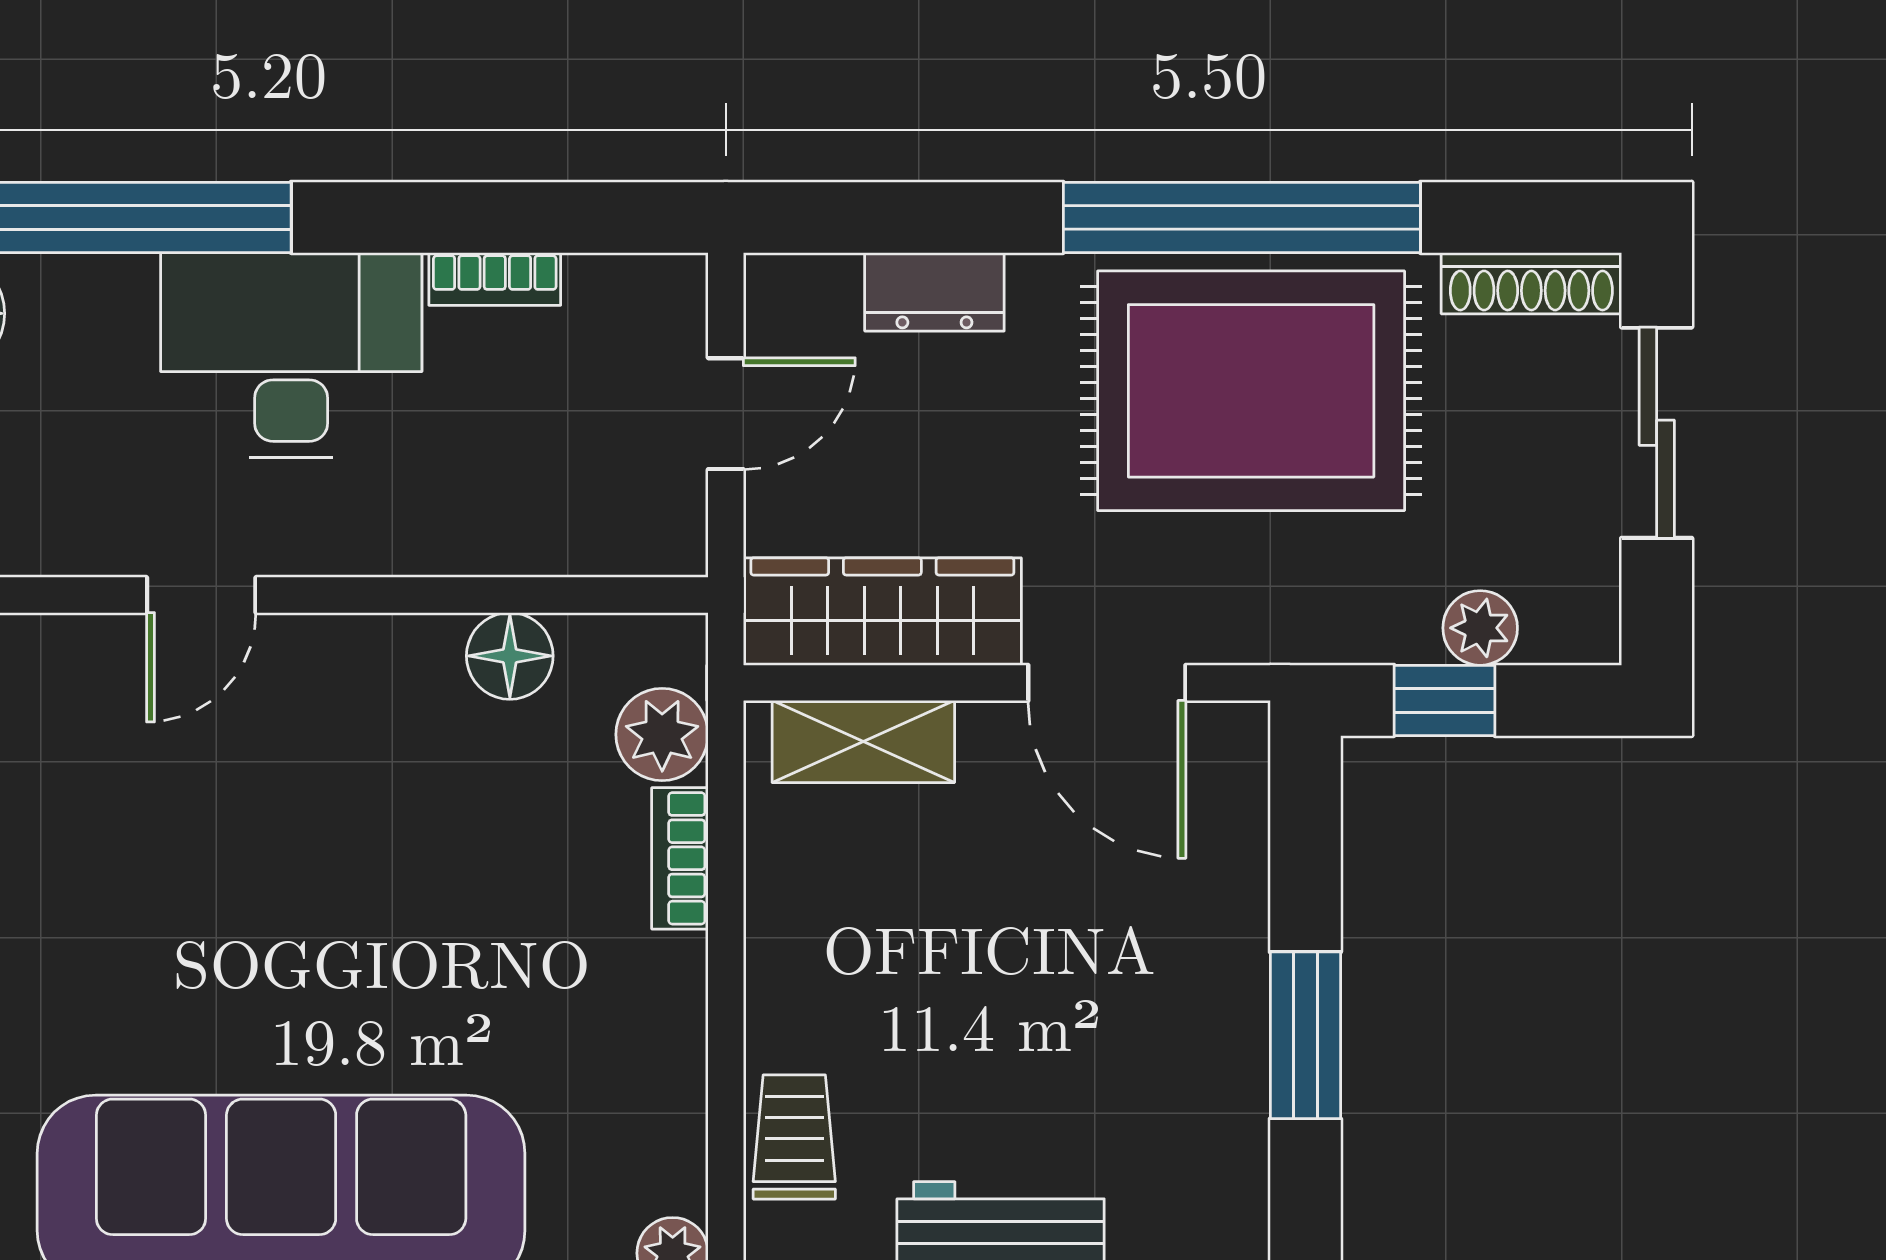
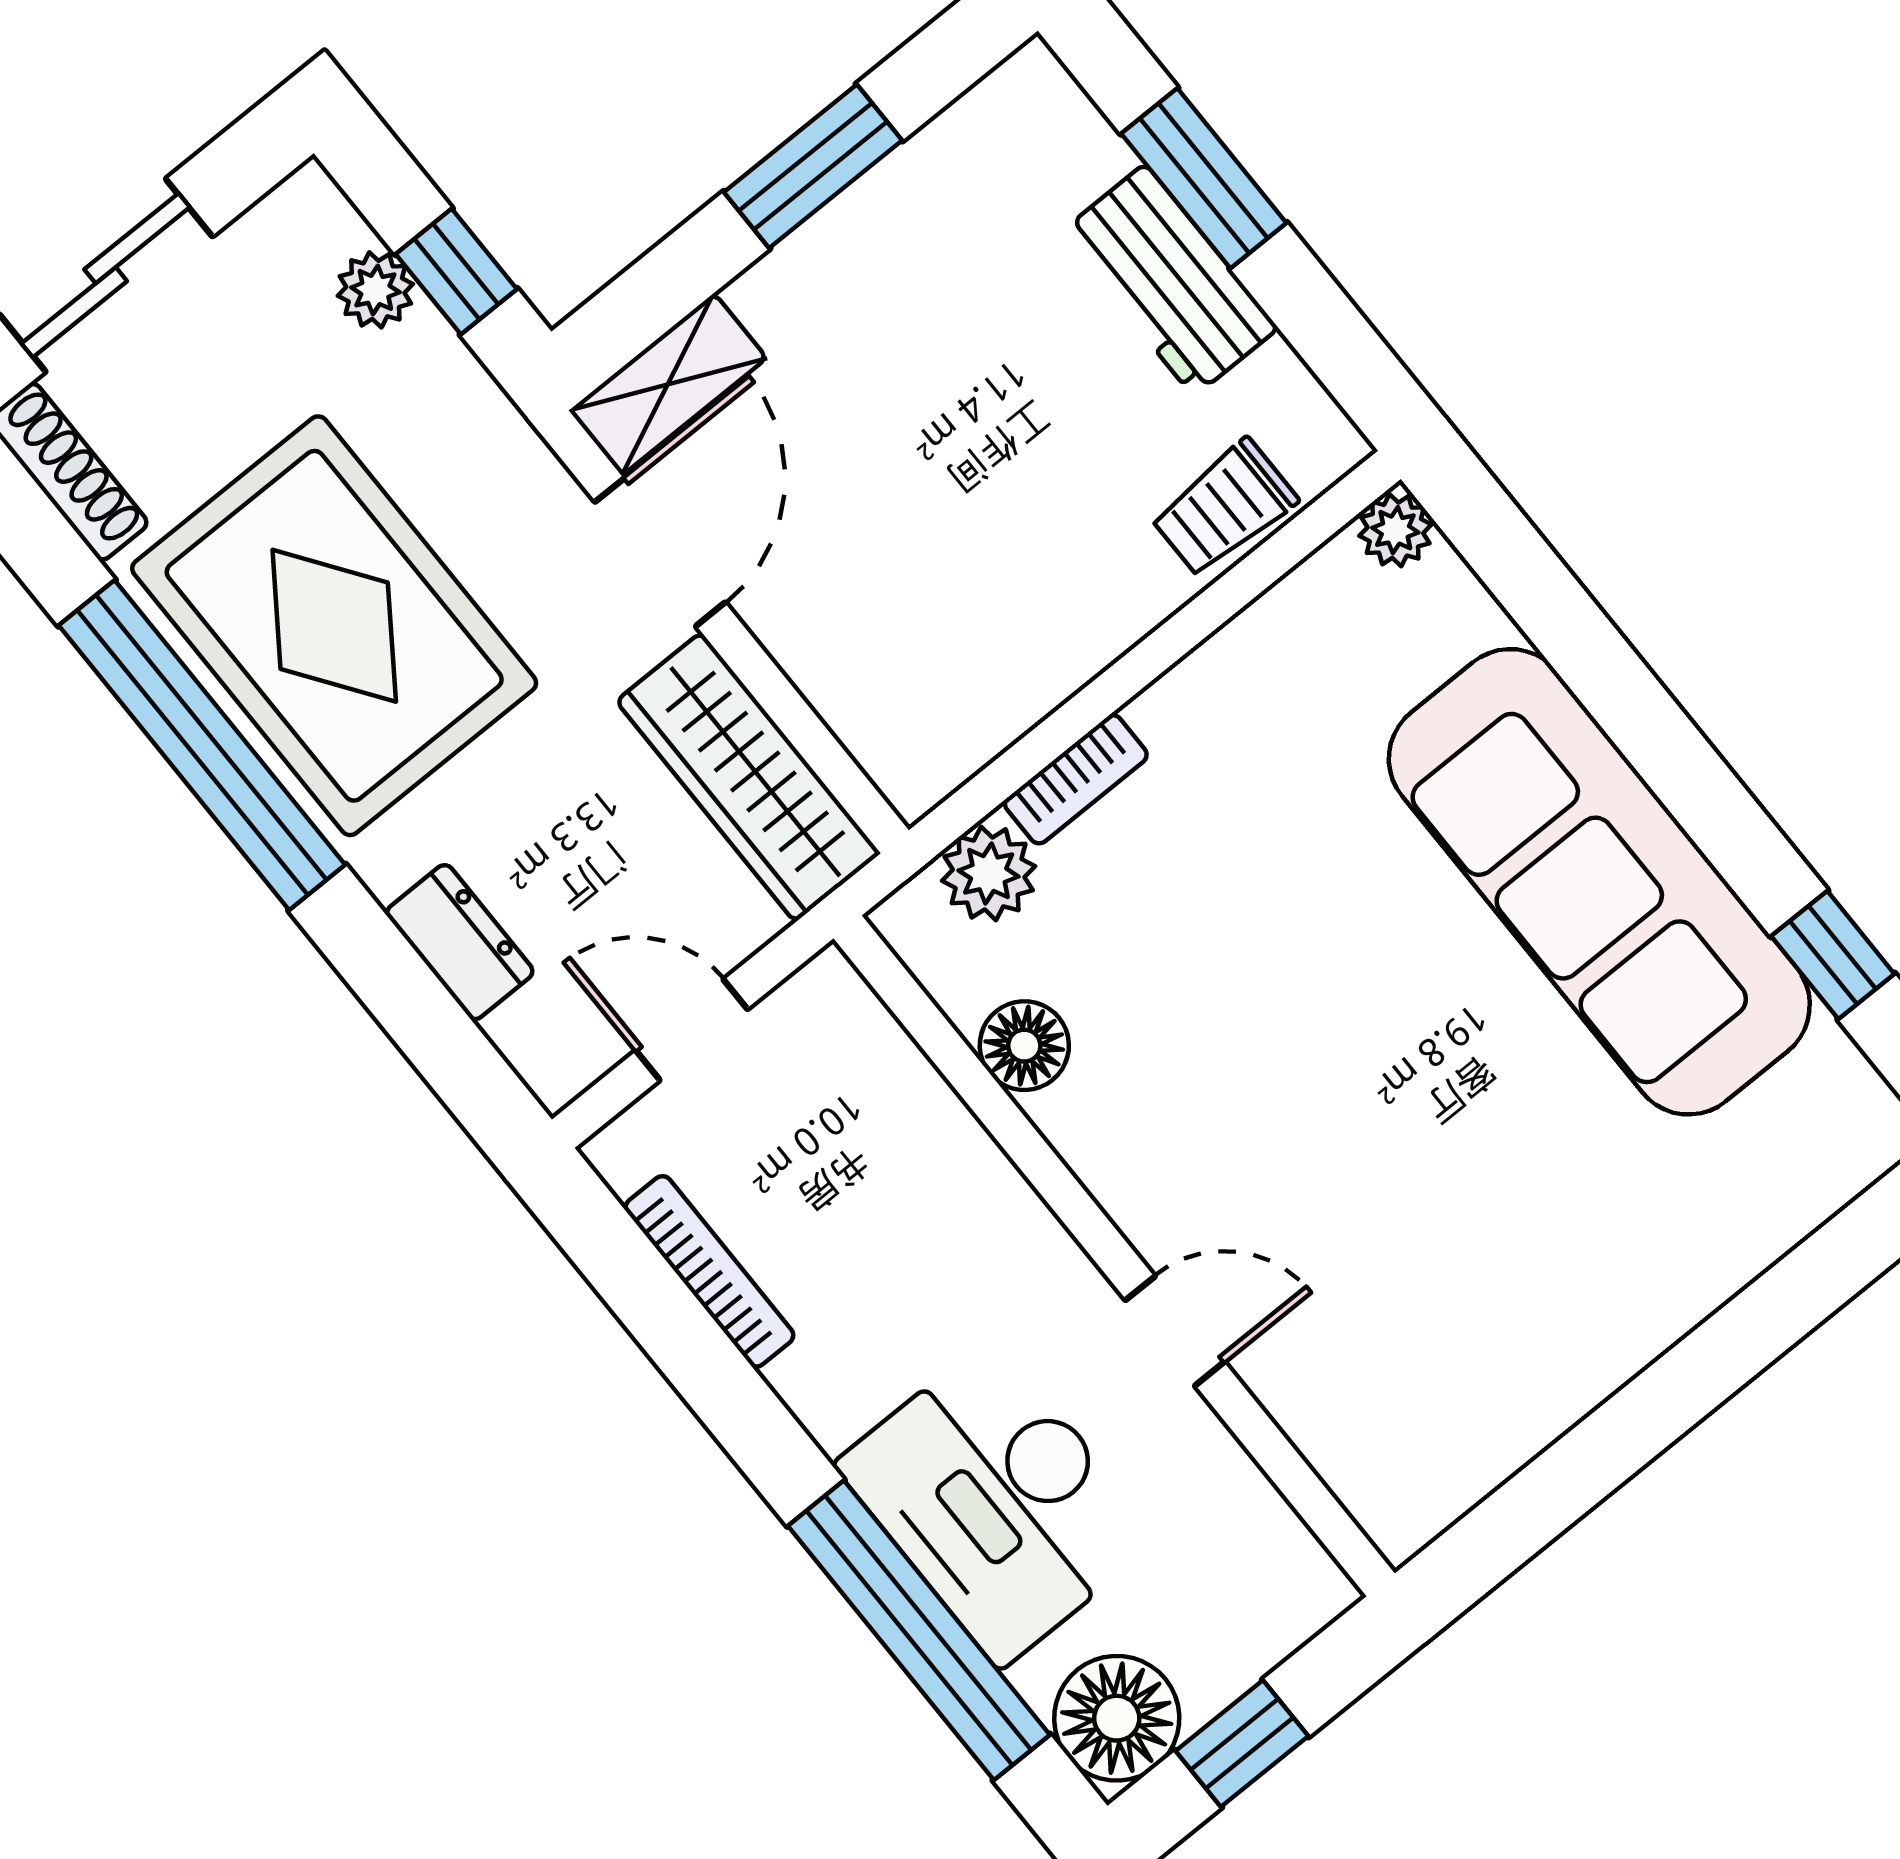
bookcase: (495, 279) -> (709, 1271), width x1.56
desk: (291, 355) -> (997, 1502), moved
shelving: (863, 741) -> (668, 384), moved, turned 90

